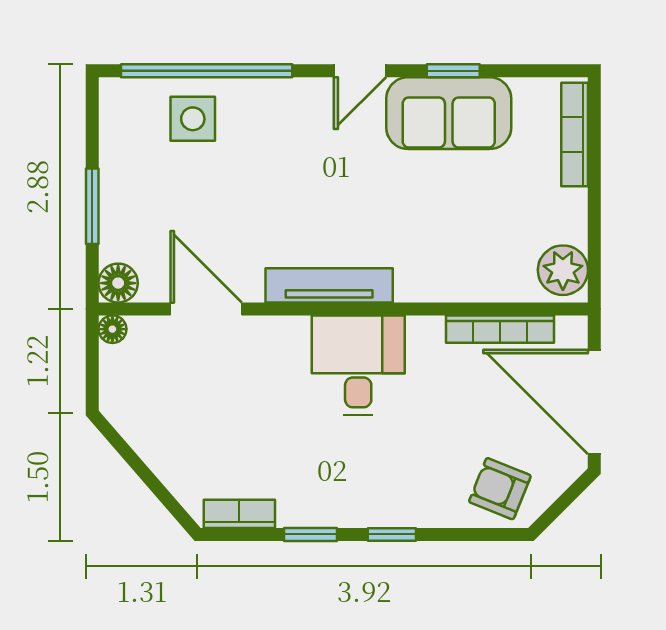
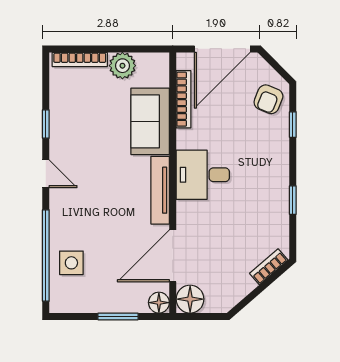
sofa: (449, 113) -> (150, 121), moved, turned 180
plant: (563, 270) -> (122, 66), moved
door: (206, 309) -> (173, 256), width x1.36
floor lamp: (112, 329) -> (190, 299), width x1.89, depth x1.89
bookcase: (239, 514) -> (269, 267), moved, turned 49
window: (392, 534) -> (293, 125), moved

